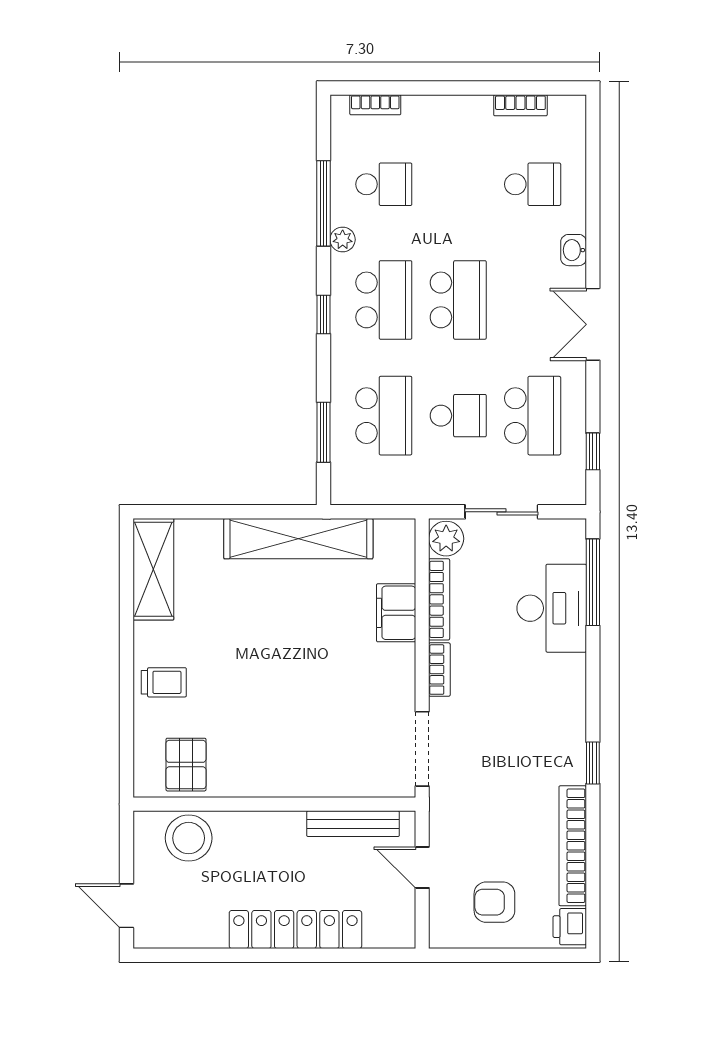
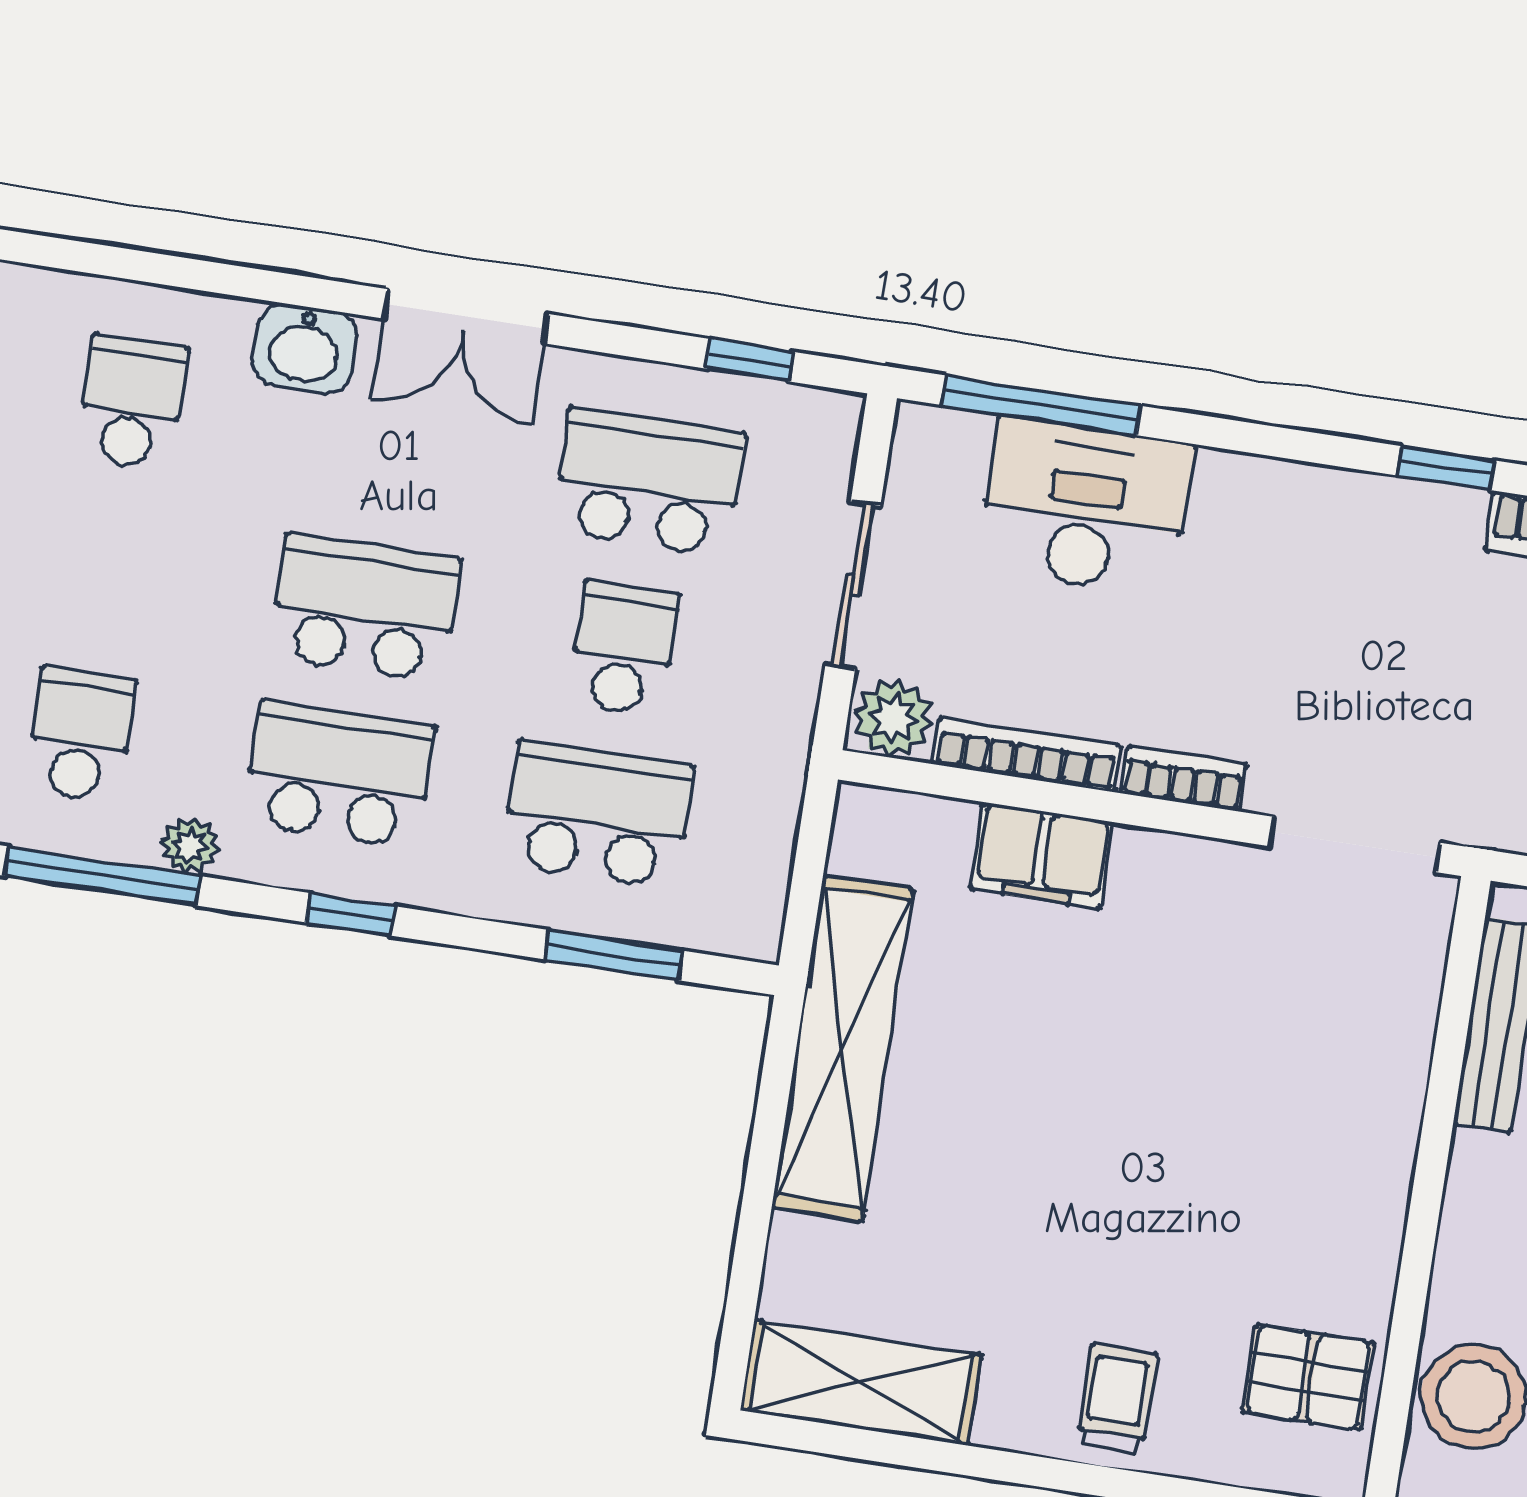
washbasin: (574, 250) -> (305, 348), width x1.38, depth x1.45

